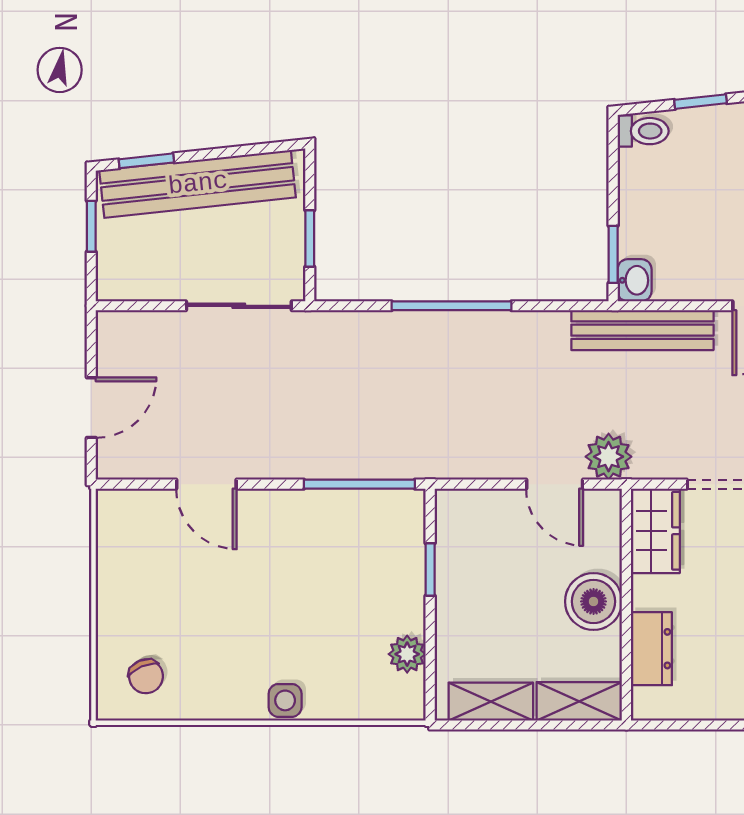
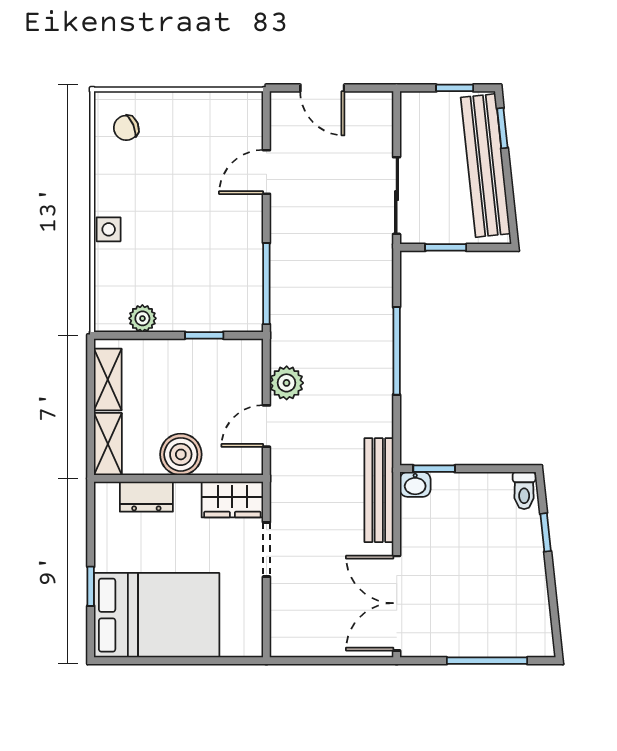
plant: (609, 457) -> (287, 383), moved

